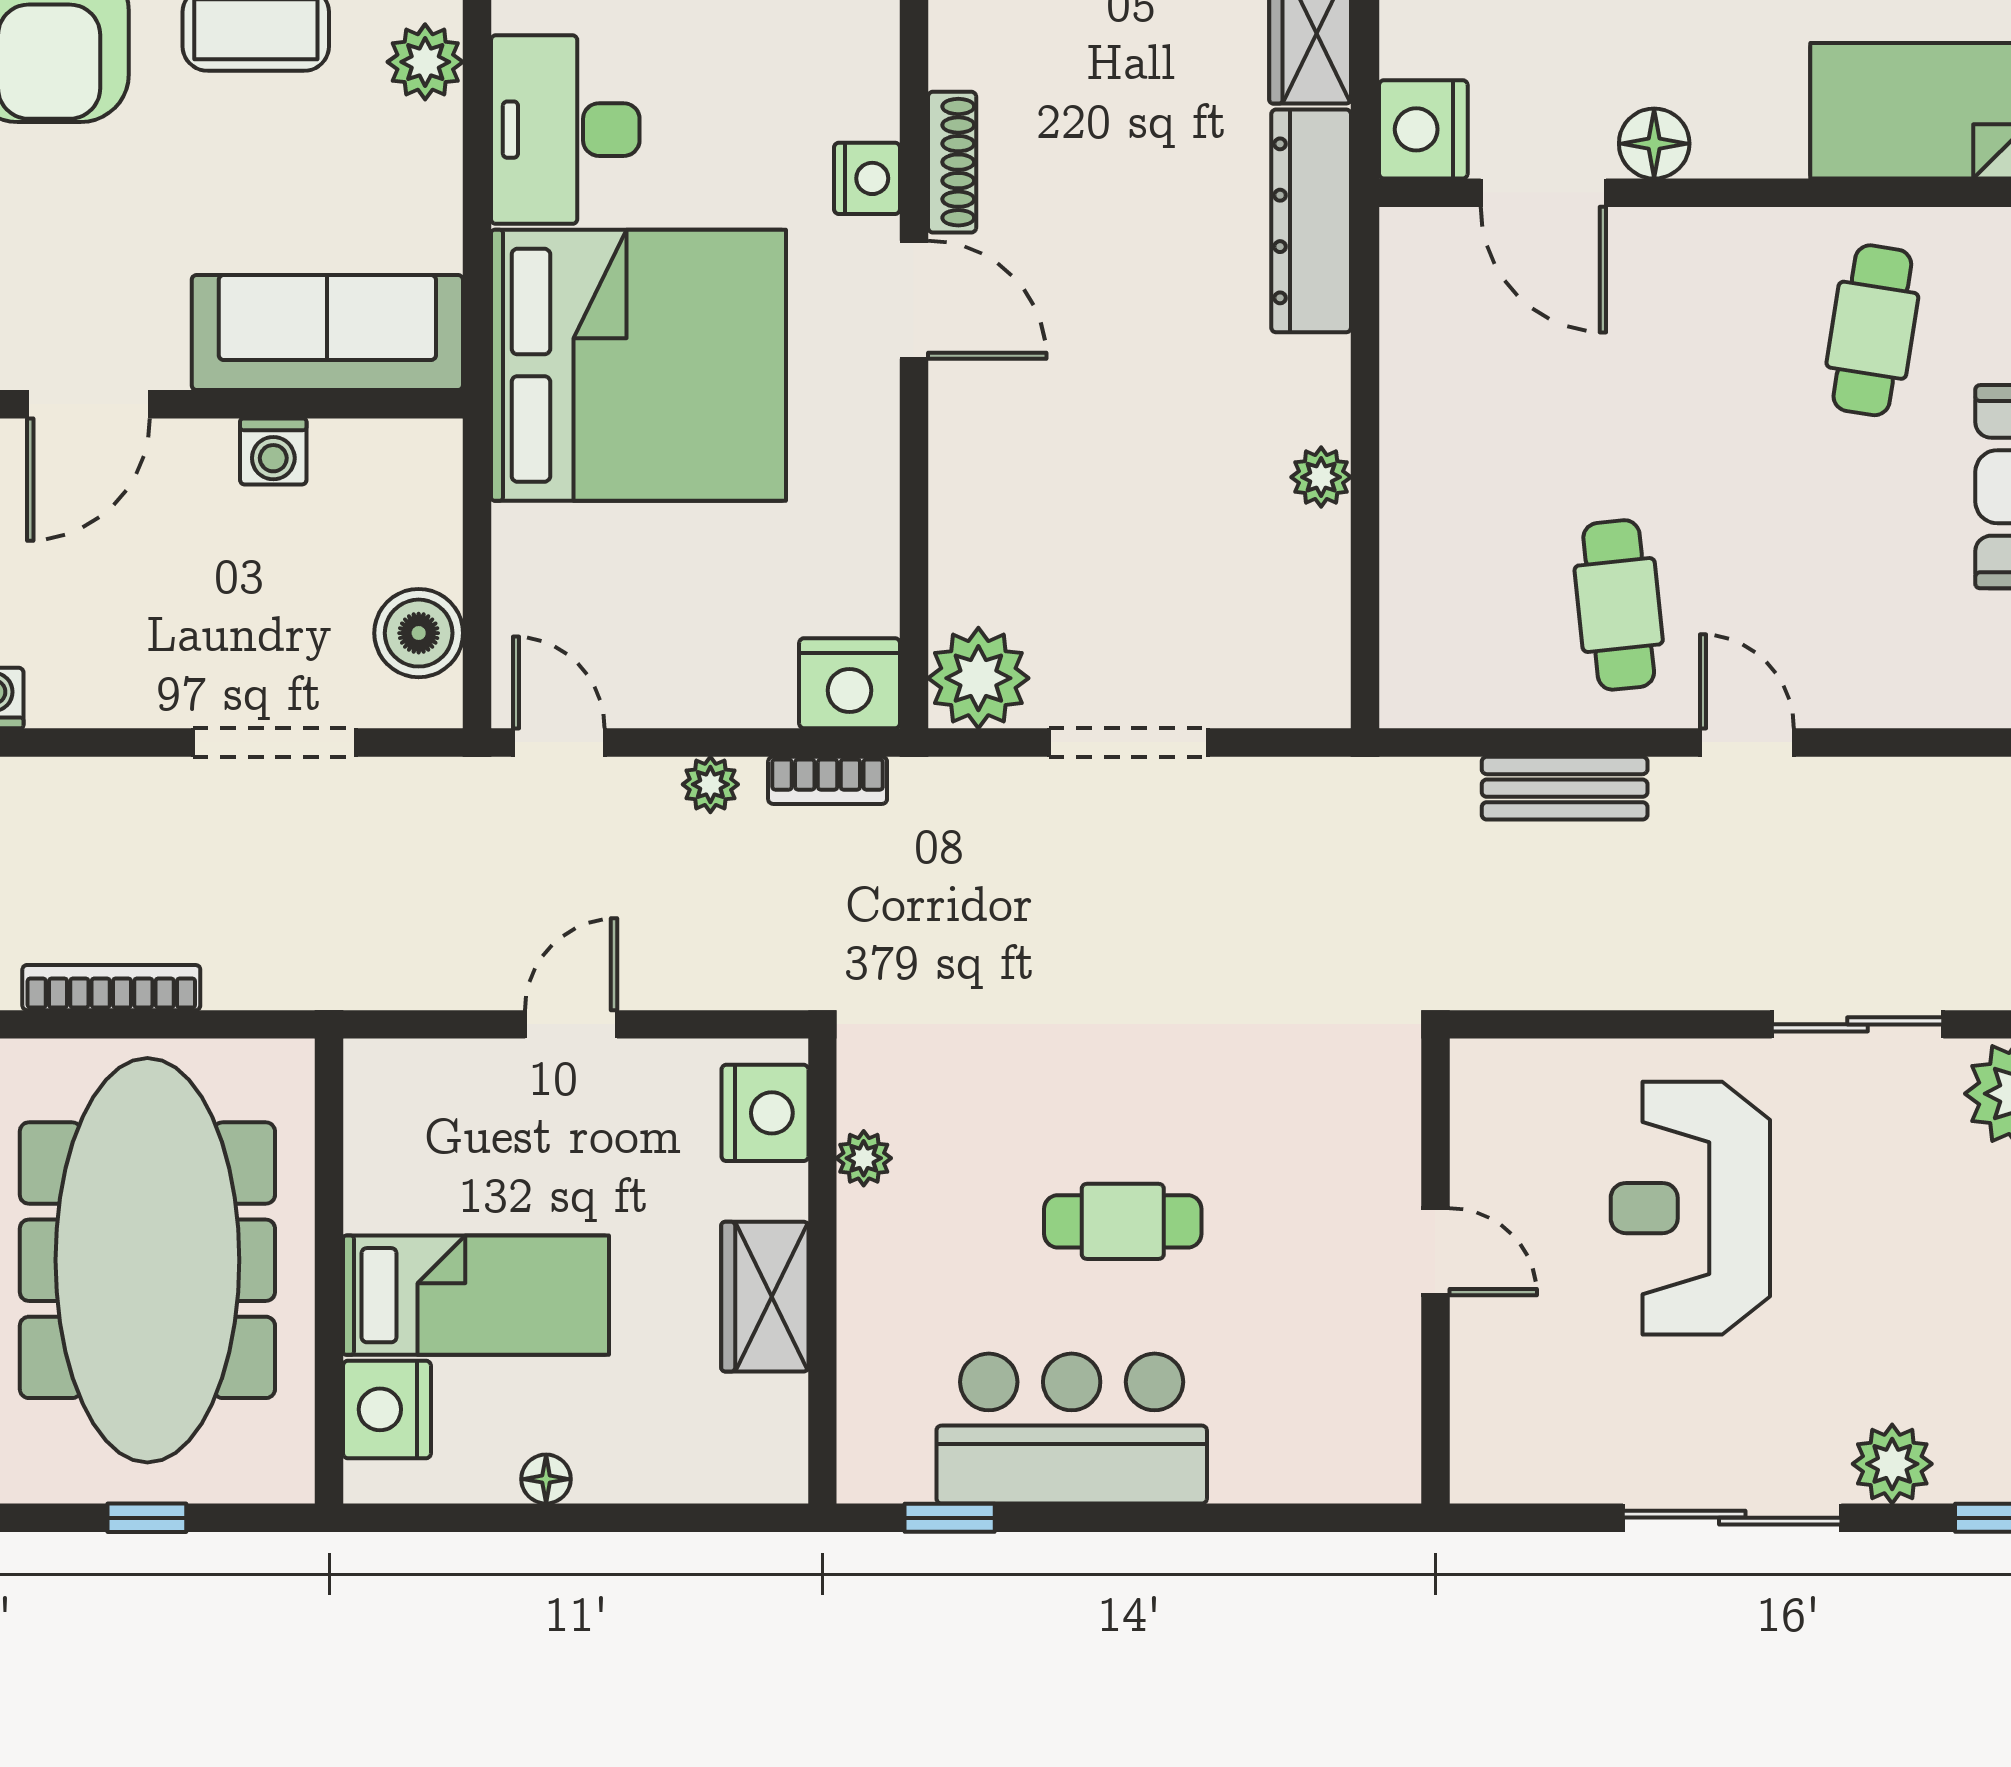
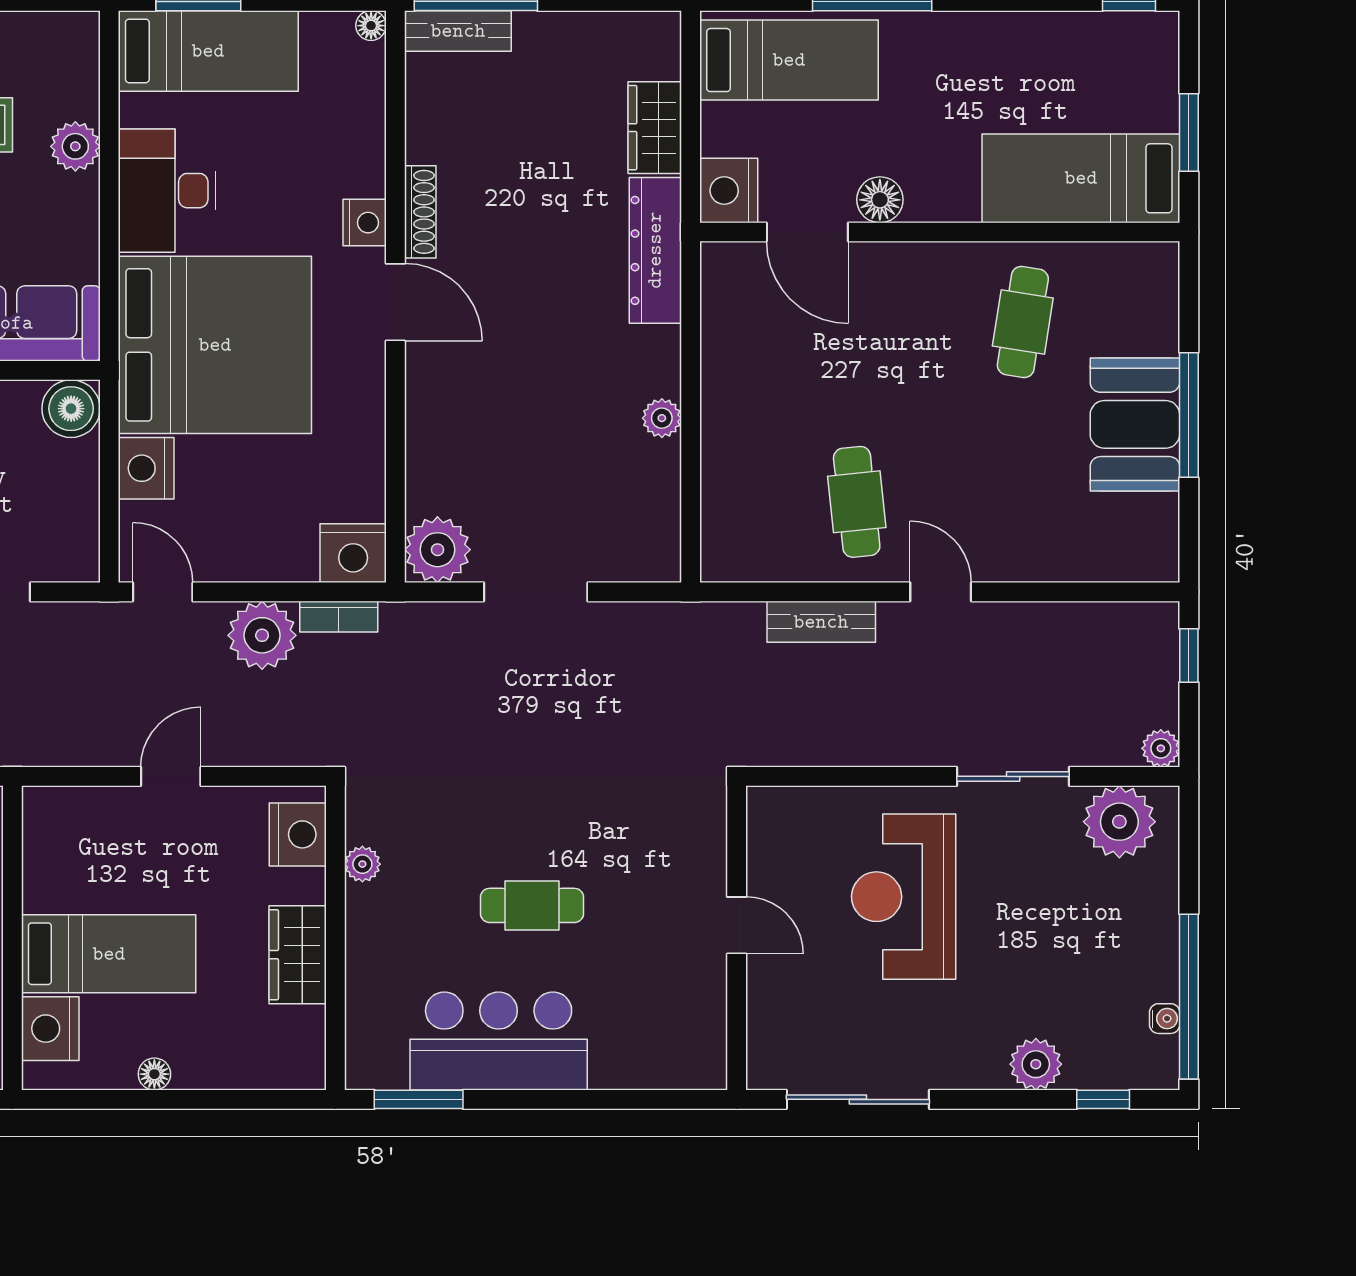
nightstand: (533, 554) -> (146, 468), added
boiler: (419, 633) -> (71, 409), moved
plant: (710, 784) -> (262, 635), width x1.87, depth x1.87
window: (950, 1518) -> (419, 1099), width x1.50
sliding door: (1732, 1518) -> (858, 1099), moved

